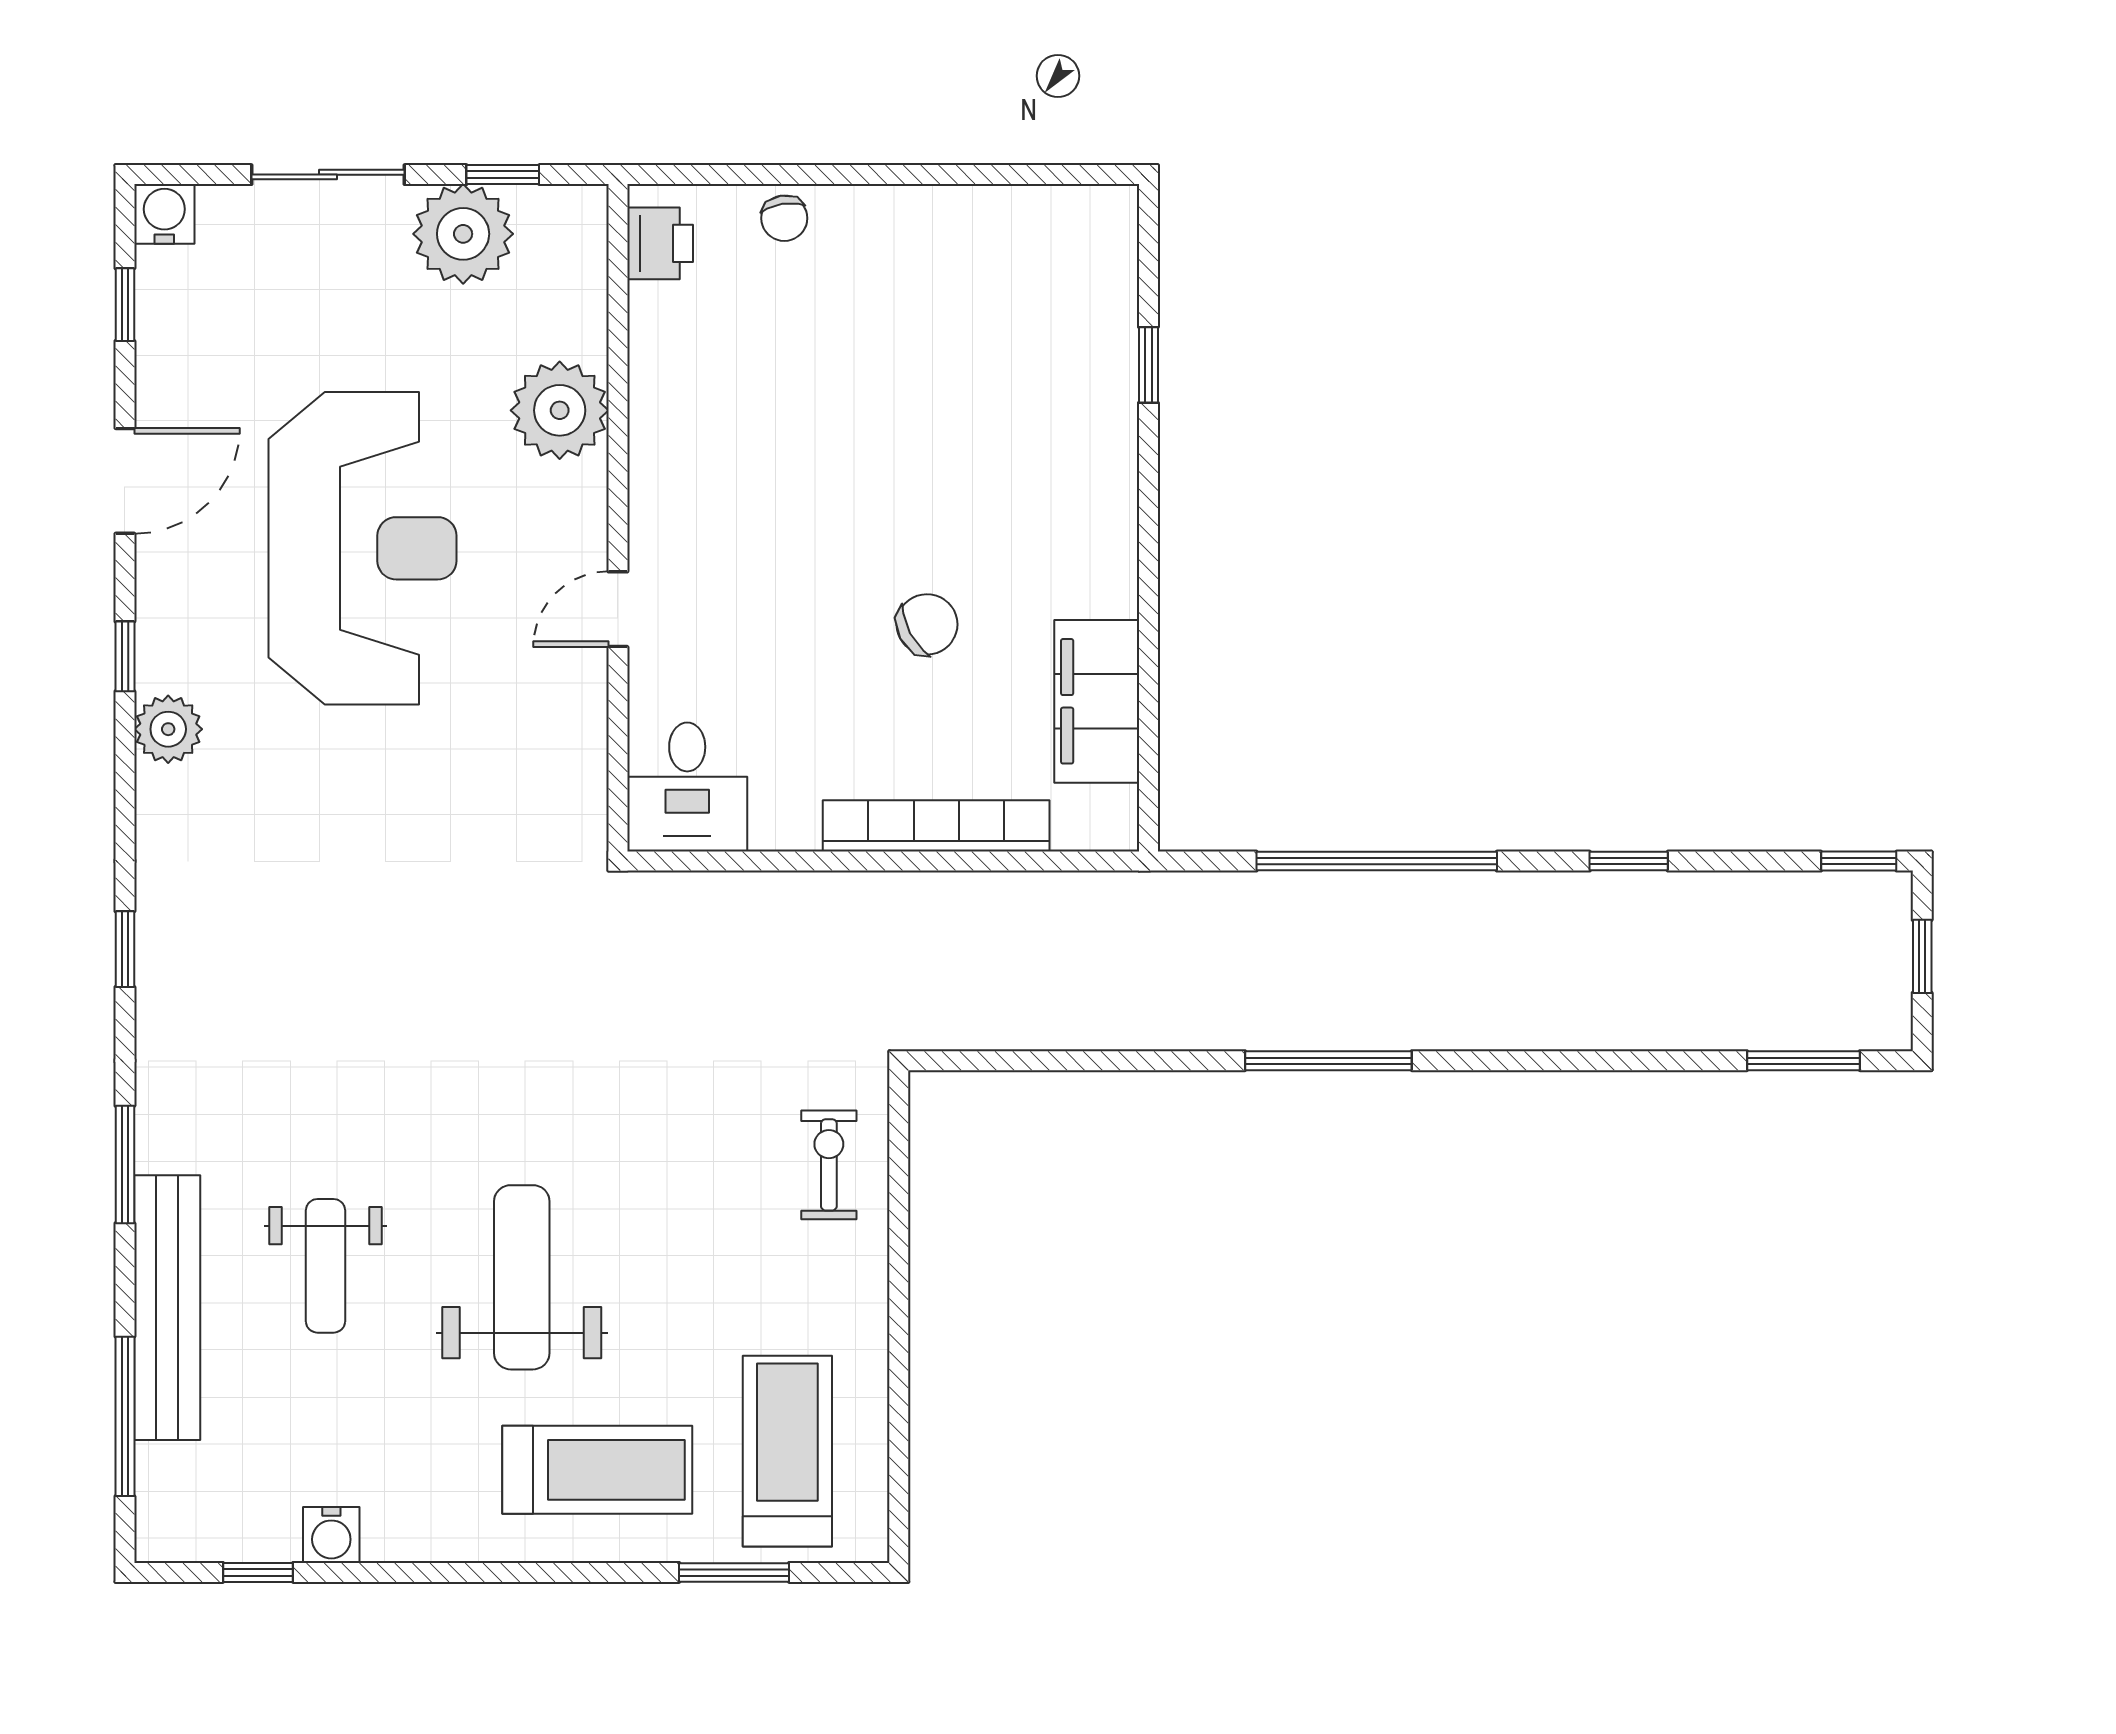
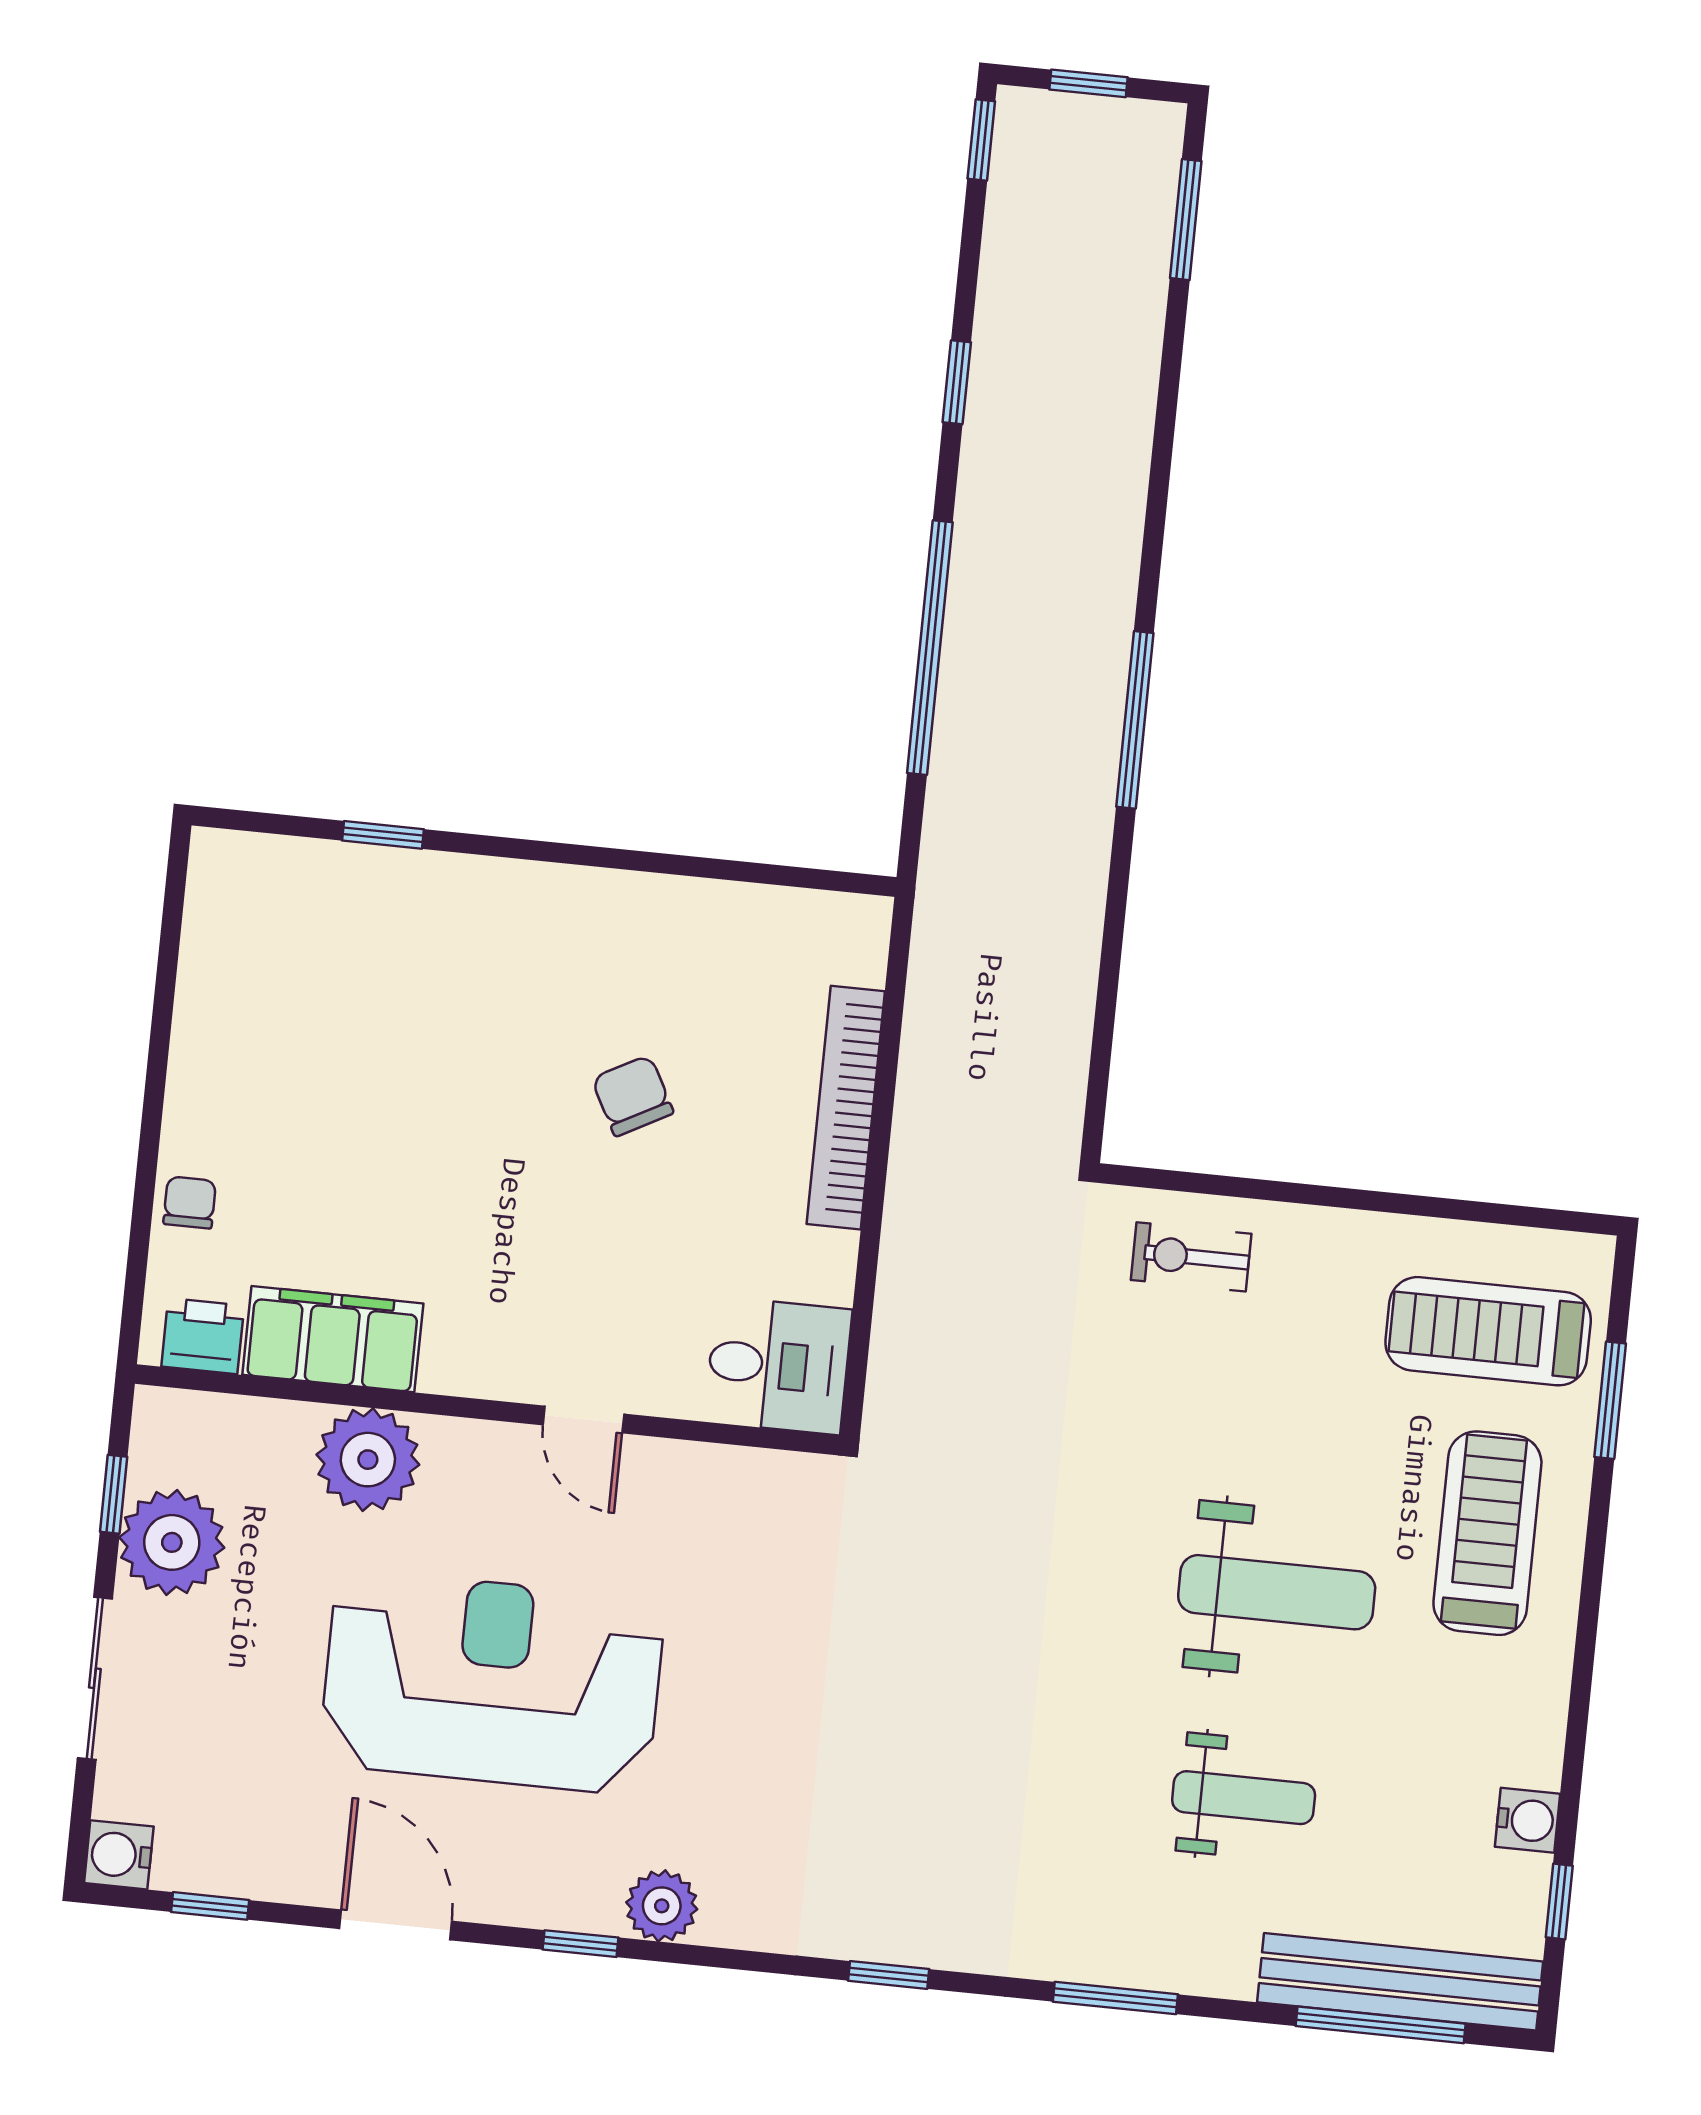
chair: (784, 218) -> (190, 1203), turned -81
filing cabinet: (1097, 701) -> (333, 1339), moved, turned 180
weight bench: (522, 1277) -> (1277, 1592), turned 180
bench: (167, 1308) -> (1400, 1982), moved

